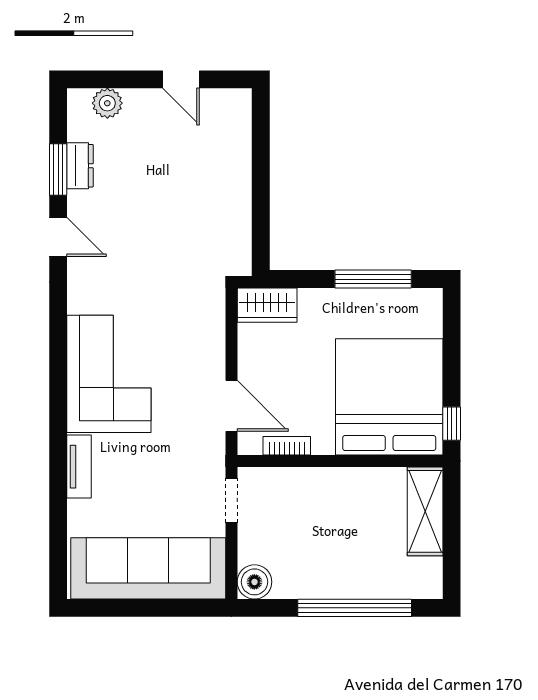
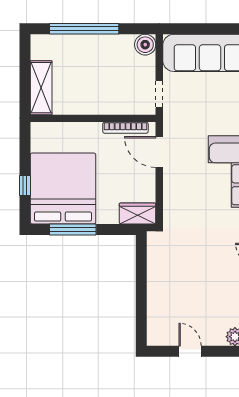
bed: (389, 397) -> (63, 188), moved, turned 180
window: (452, 424) -> (25, 186), moved
bookcase: (287, 446) -> (125, 128), width x1.56

